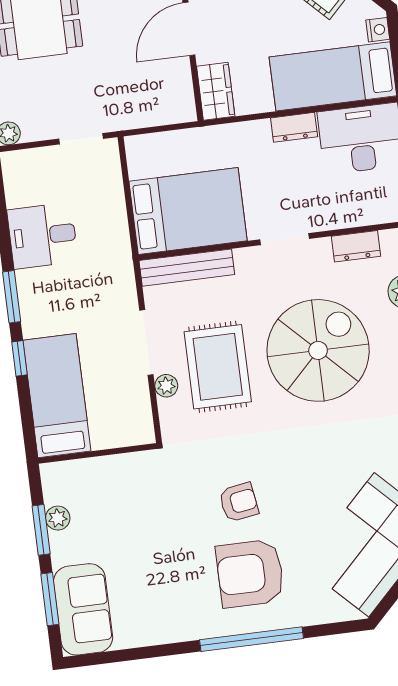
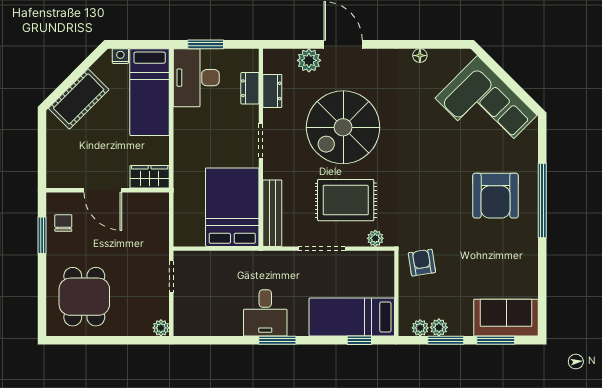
dresser: (294, 127) -> (250, 88), moved, turned 180
desk: (42, 236) -> (265, 313), moved
spiral stairs: (318, 350) -> (343, 127), turned -90
window: (19, 358) -> (359, 340), moved
plant: (166, 386) -> (375, 238), moved
plant: (54, 492) -> (420, 328), added
armchair: (239, 502) -> (422, 263), moved

